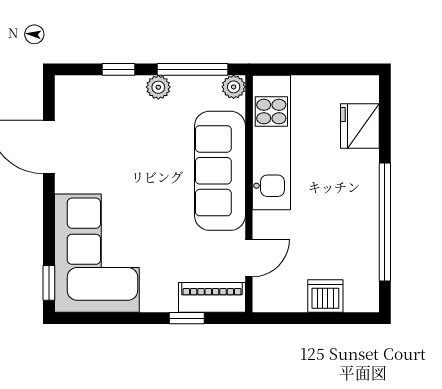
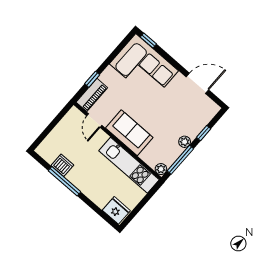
fridge: (360, 126) -> (116, 210), moved
sofa: (220, 171) -> (129, 133), width x0.73
window: (385, 222) -> (64, 181), width x0.68
dishwasher: (325, 296) -> (62, 165), moved, turned -90

